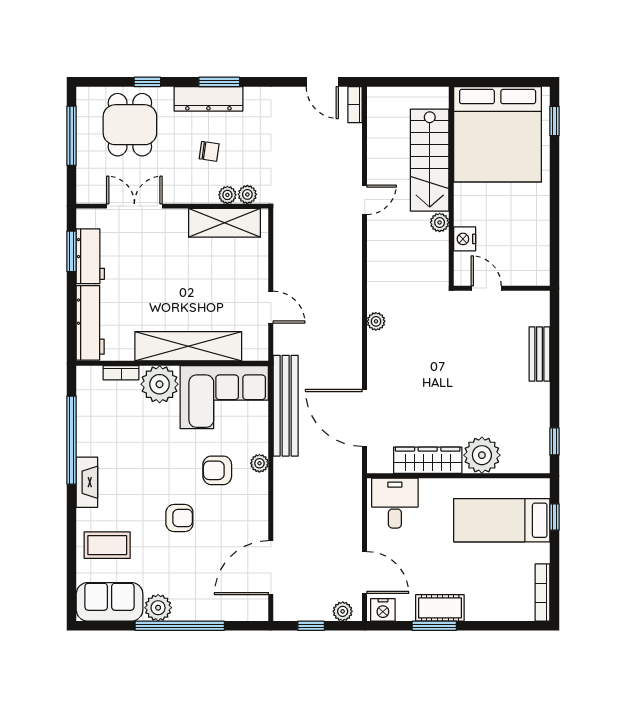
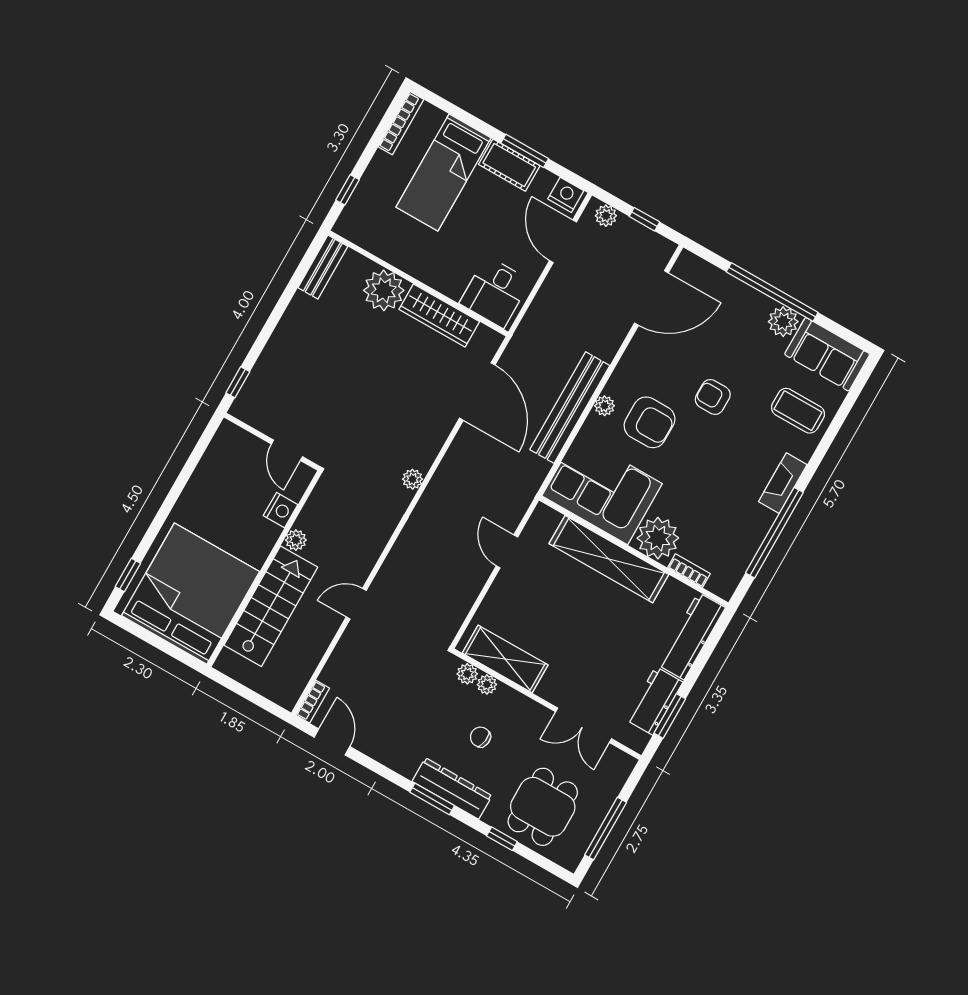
bench: (539, 354) -> (323, 267), moved
bench: (286, 406) -> (570, 408), moved
window: (554, 441) -> (238, 382), moved
armchair: (217, 470) -> (650, 422), width x1.38, depth x1.38
bed: (502, 520) -> (443, 172), moved, turned 90

